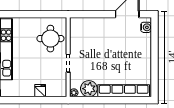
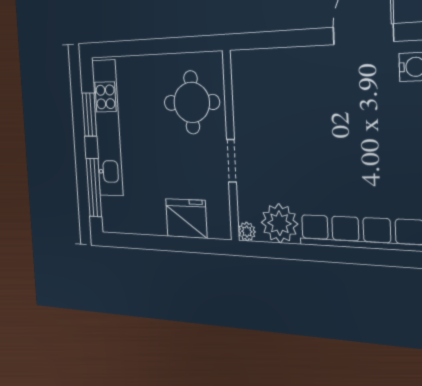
fridge: (40, 91) -> (186, 218), width x1.88, depth x1.34

